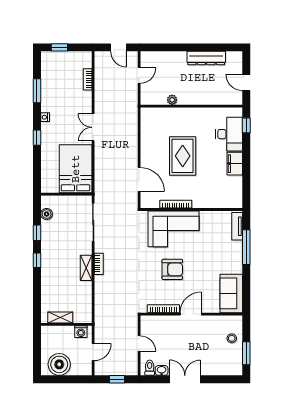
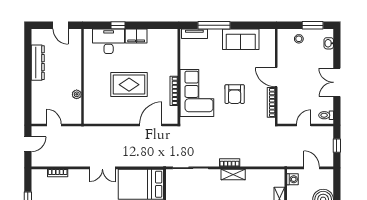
door: (246, 82) -> (61, 25), hinge flipped
window: (246, 125) -> (118, 25), moved
armchair: (172, 269) -> (235, 94), turned 180
sofa: (231, 293) -> (241, 39), moved
washbasin: (162, 370) -> (329, 43), moved

